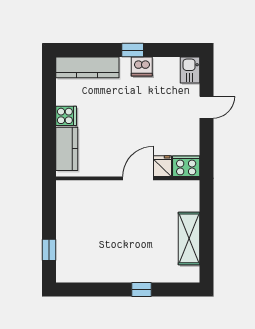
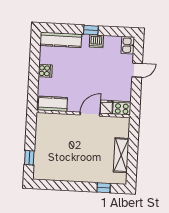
kitchen counter: (67, 149) -> (53, 104), moved, turned -90
window: (141, 290) -> (104, 188), moved

